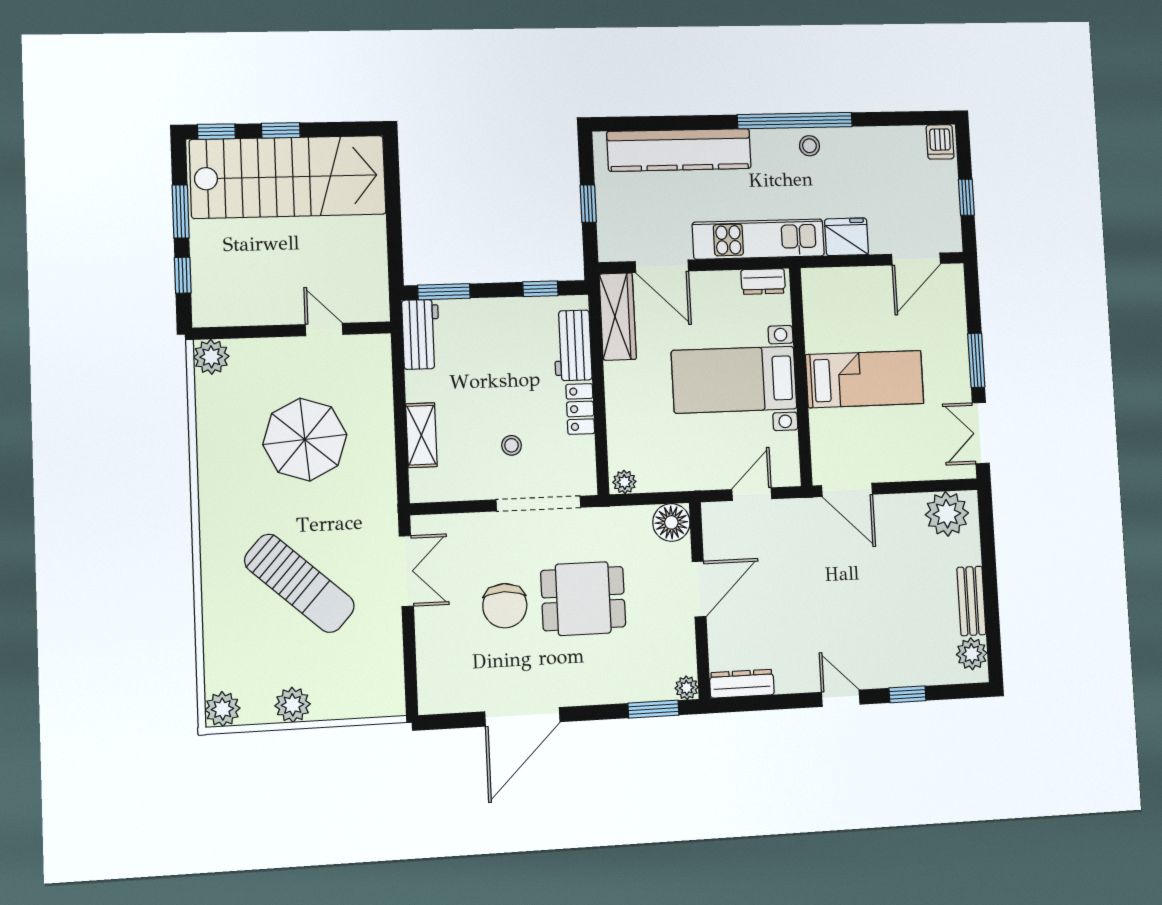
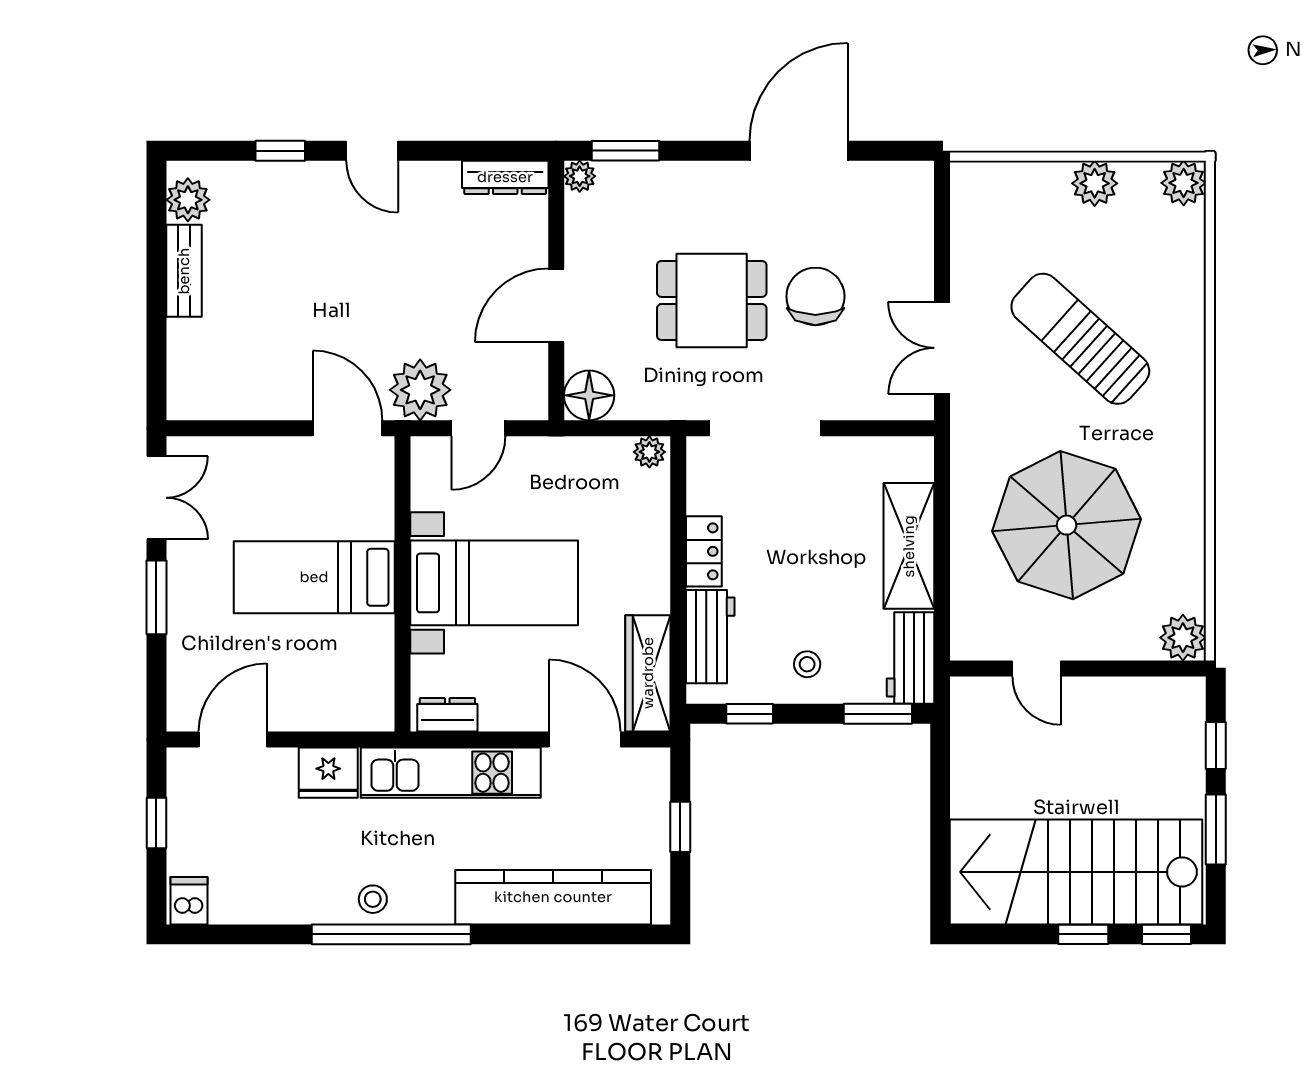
shelving: (421, 435) -> (909, 546), width x1.50, depth x1.33
parasol: (305, 440) -> (1067, 525), width x1.36, depth x1.36
stool: (511, 445) -> (807, 664), moved
plant: (947, 514) -> (420, 390), moved

